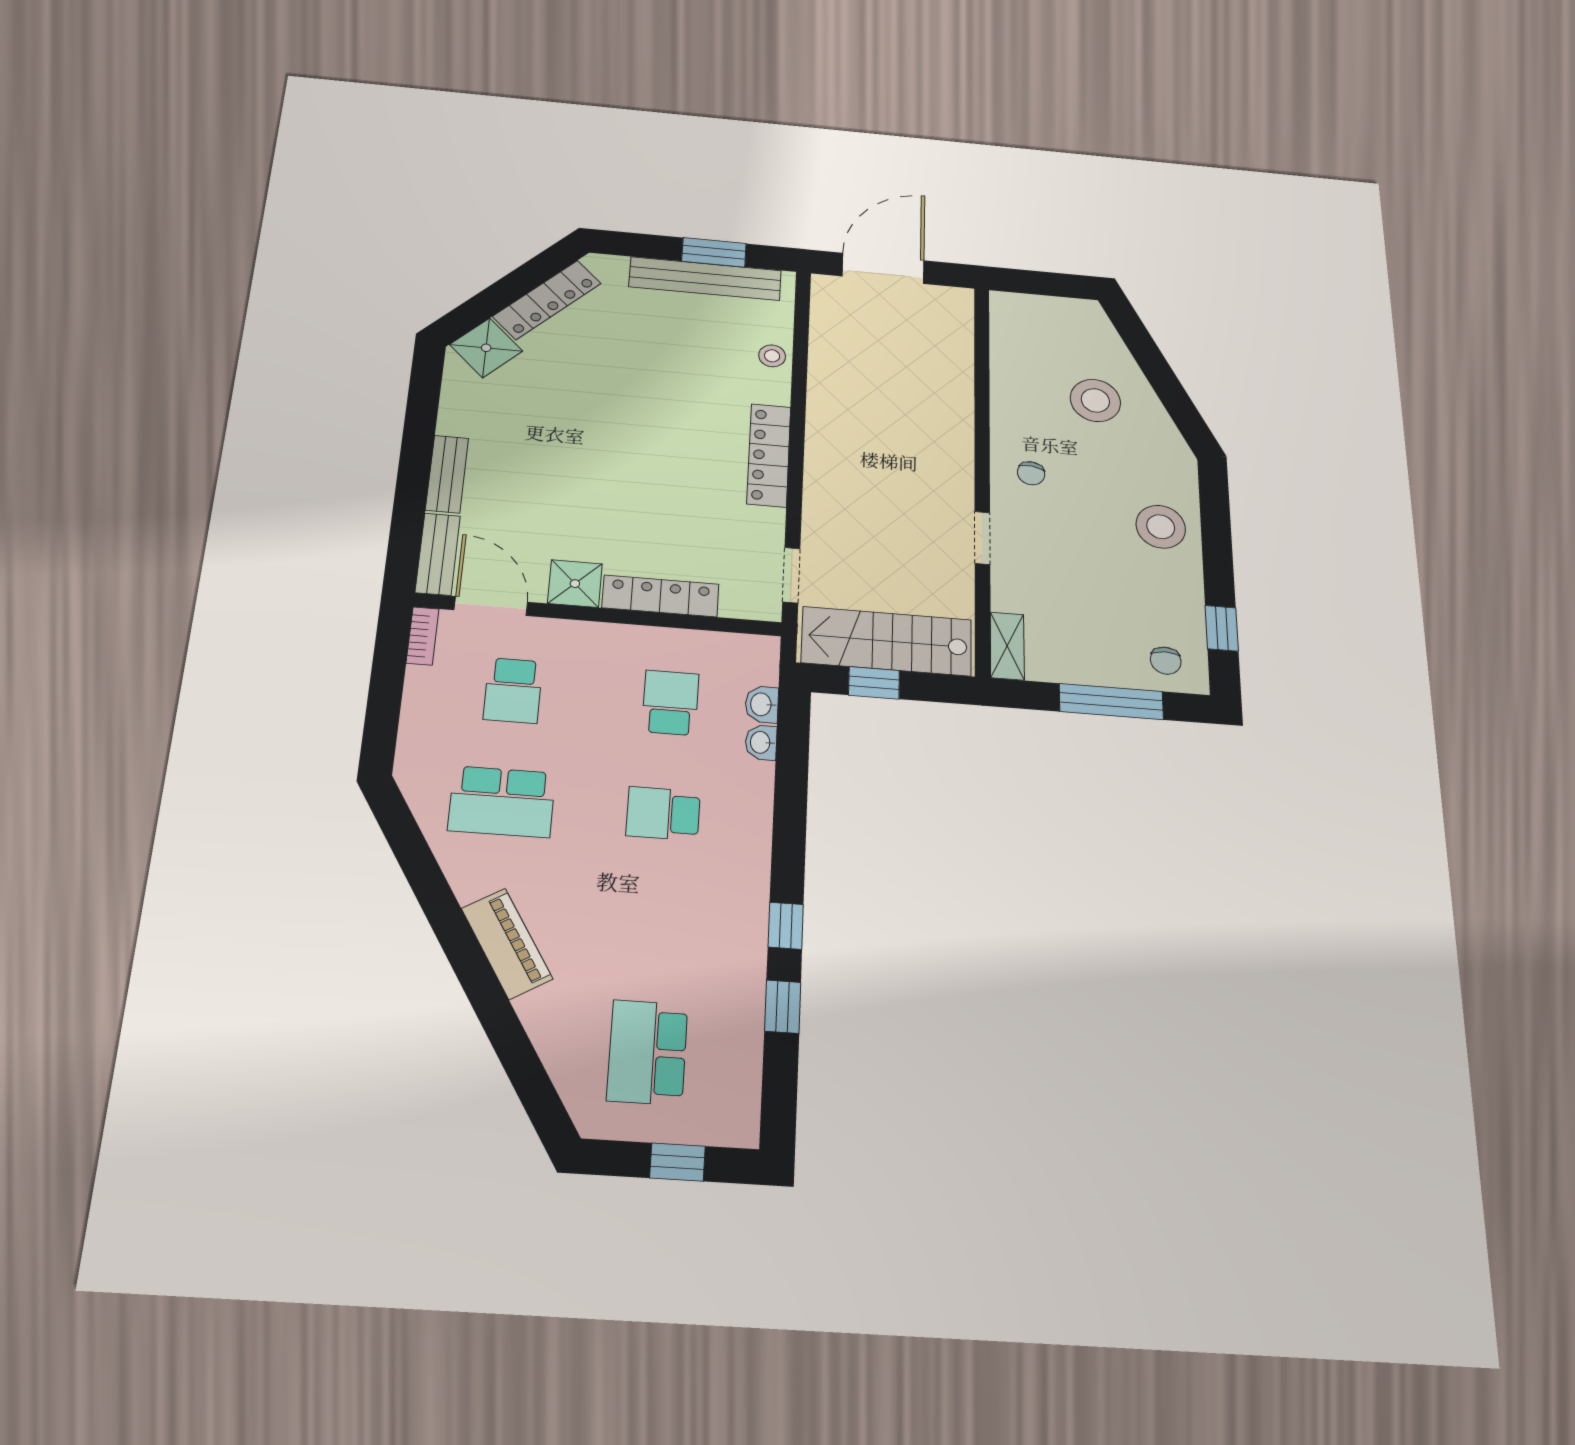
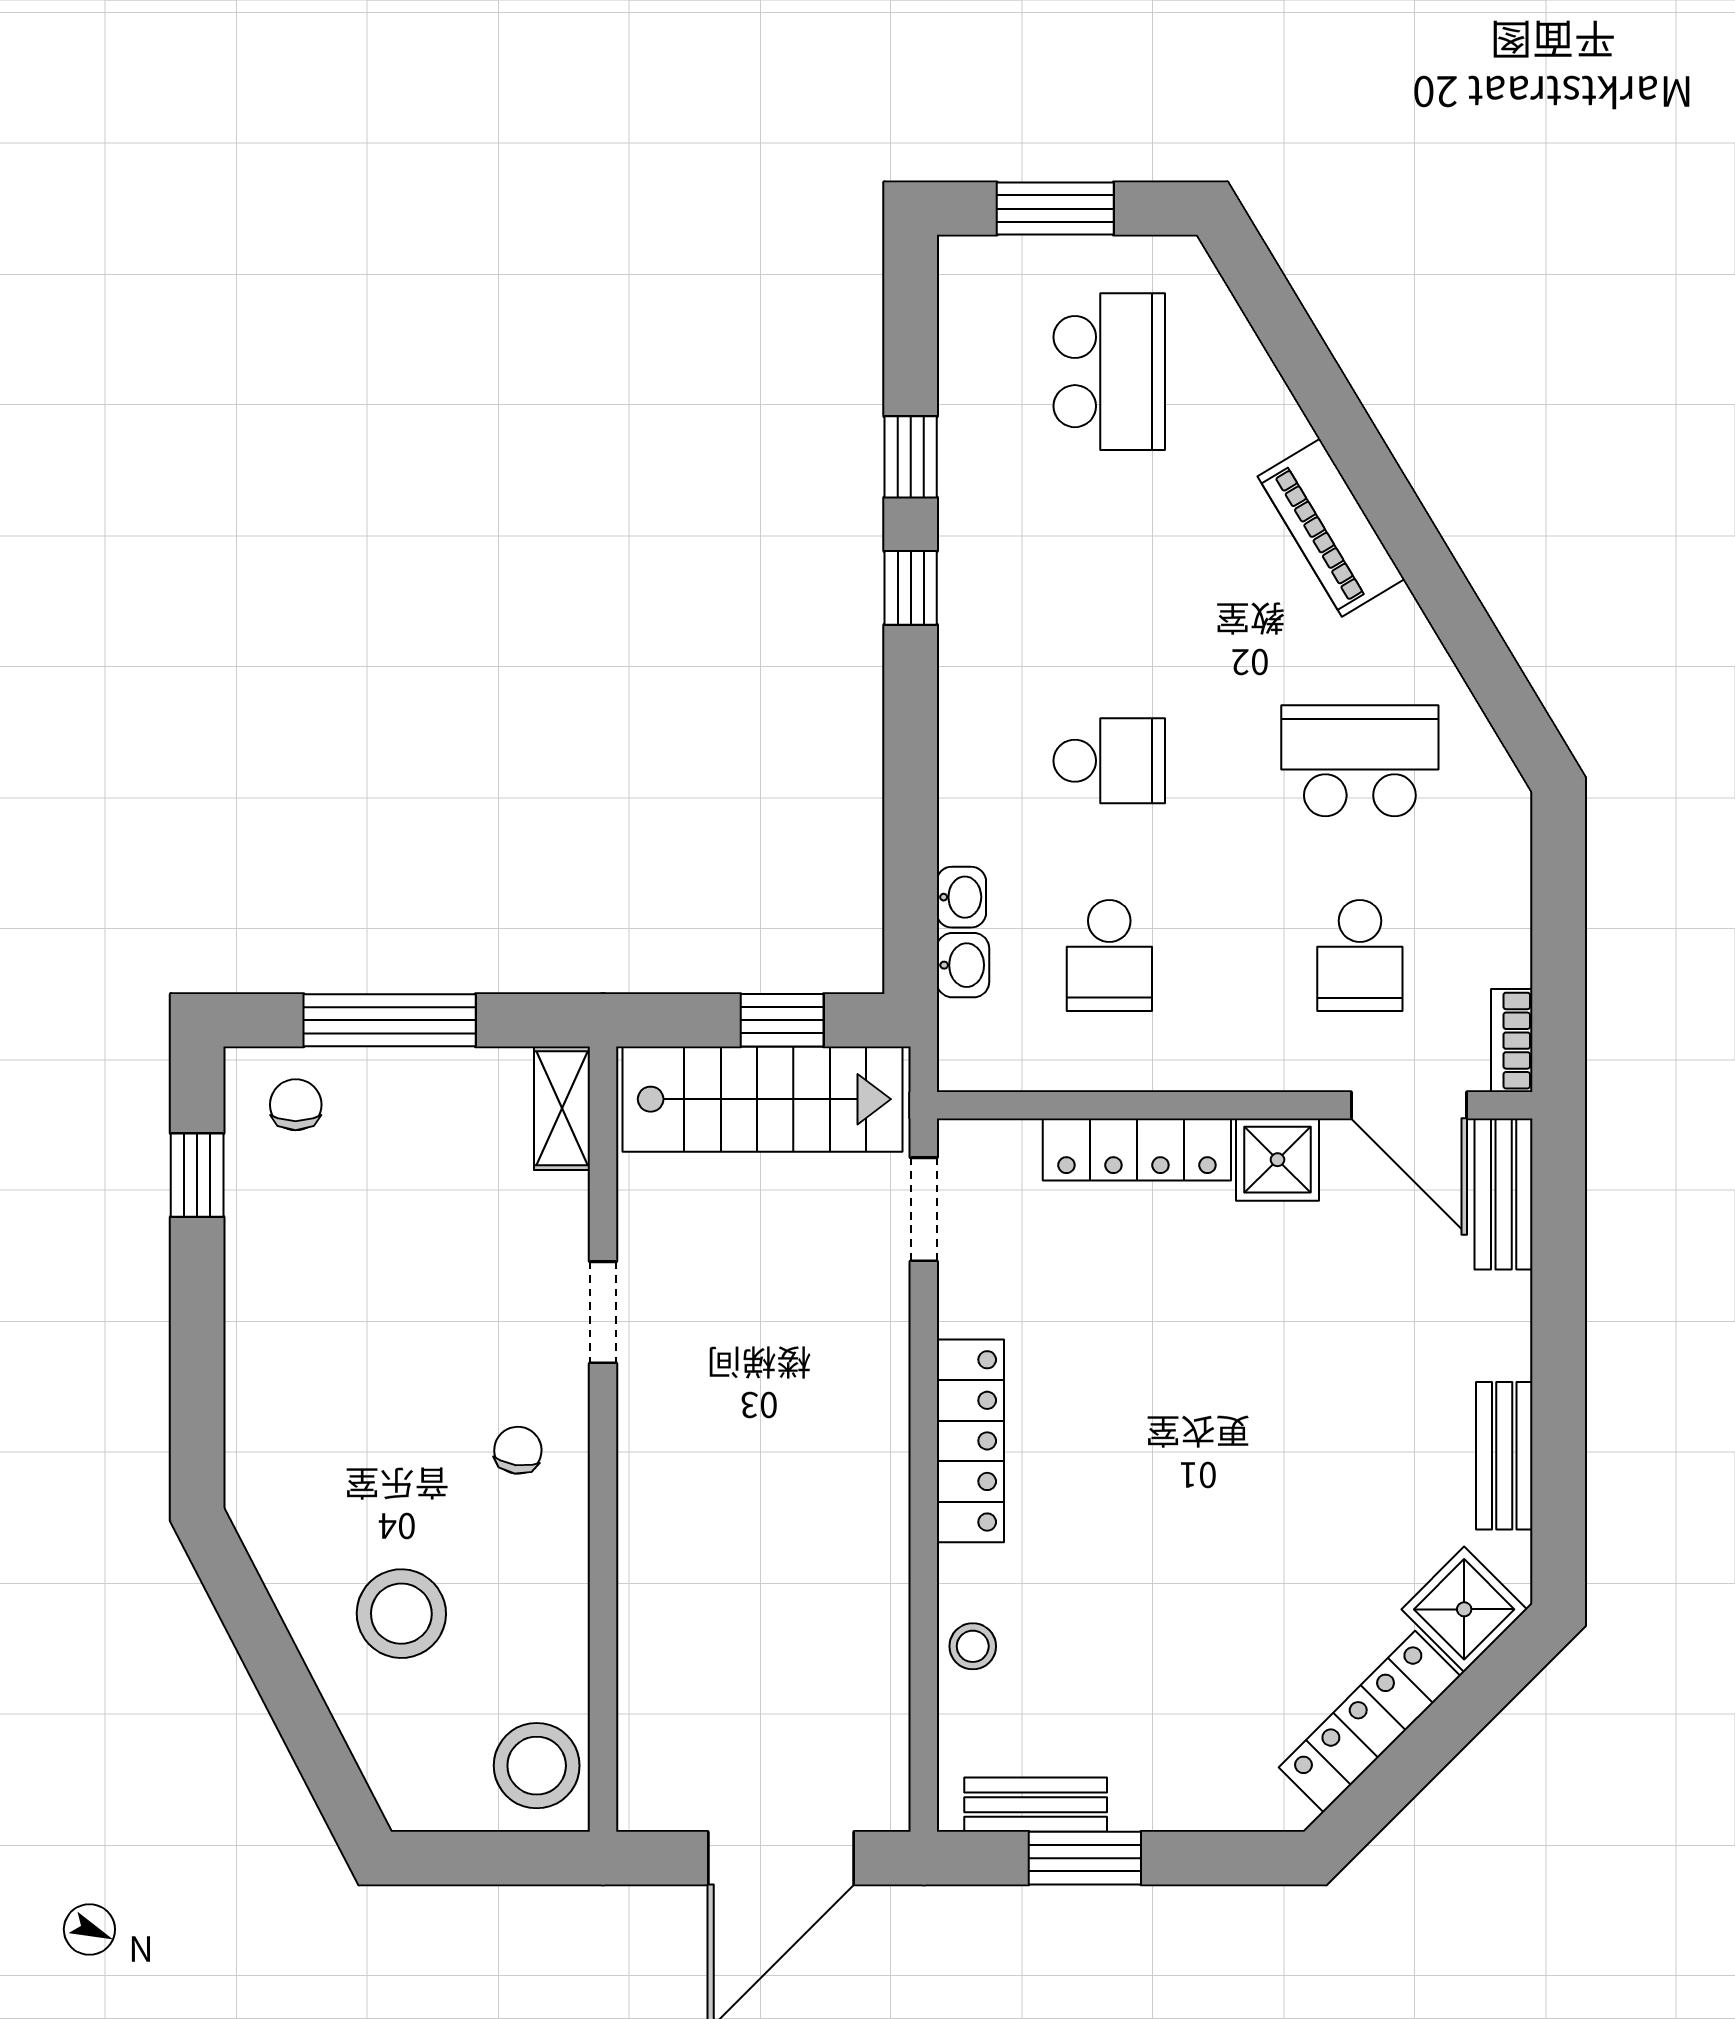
bench: (705, 279) -> (1036, 1805), width x0.54, depth x0.82
bench: (447, 474) -> (1504, 1456), moved
stool: (1161, 527) -> (537, 1766), moved
school desk: (513, 691) -> (1360, 955), turned 180
window: (678, 1162) -> (1055, 209), width x1.50

